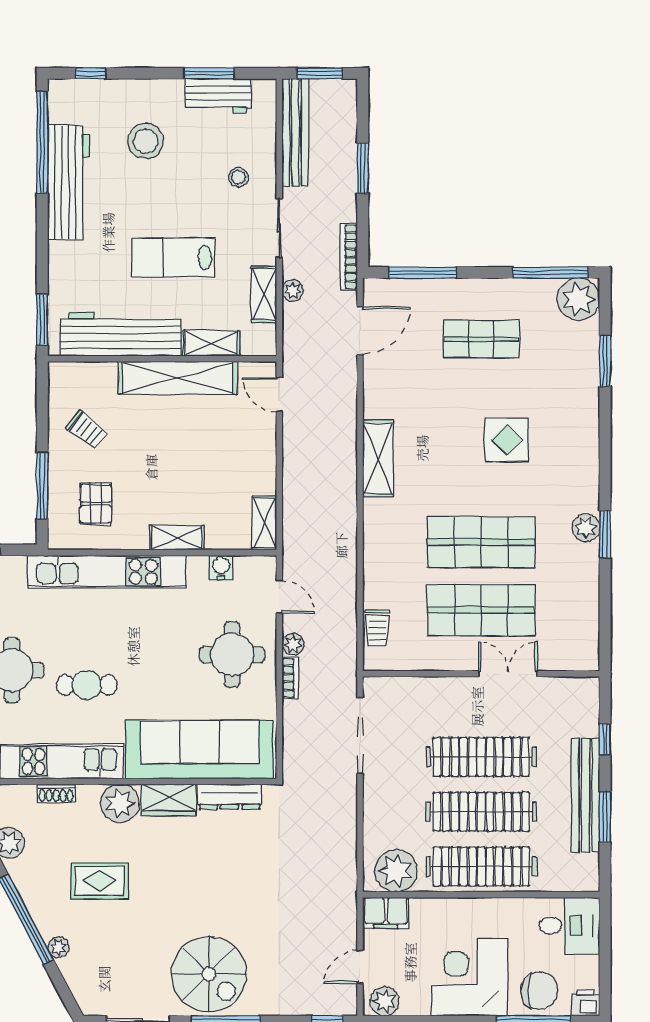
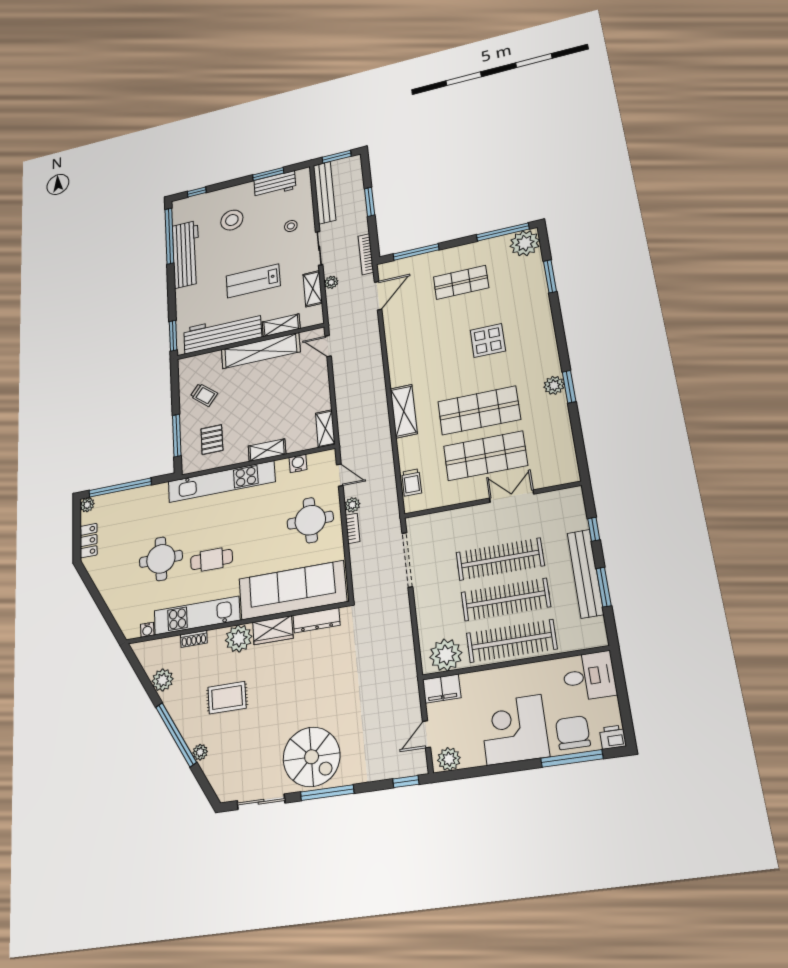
shelving: (378, 459) -> (404, 411), moved
chair: (539, 991) -> (573, 733), turned -90

